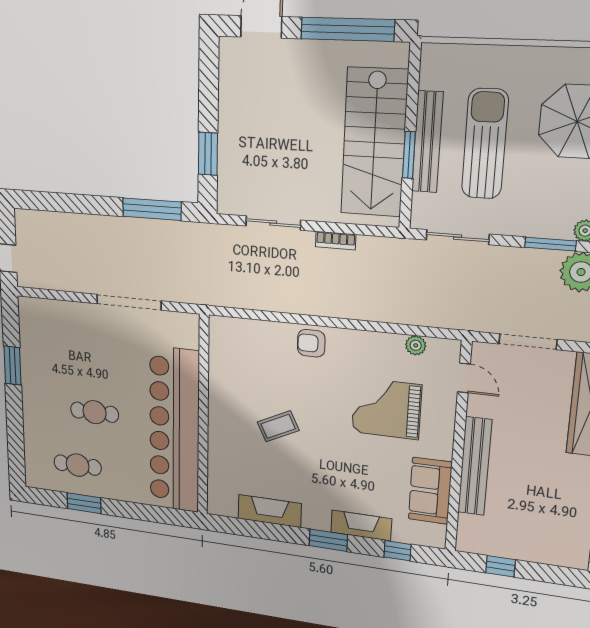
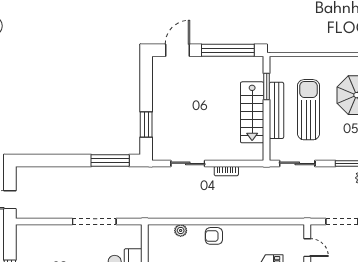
stairs: (374, 143) -> (252, 112), width x0.73, depth x0.66
window: (409, 155) -> (267, 87), moved
plant: (416, 345) -> (181, 231), moved

